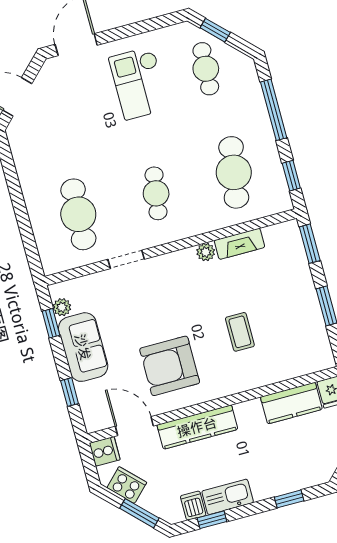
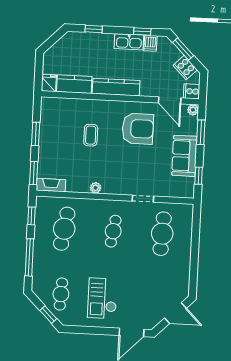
checkout: (139, 83) -> (102, 298), turned 180
fireplace: (239, 244) -> (51, 185), moved
plant: (62, 307) -> (193, 110), moved
window: (70, 392) -> (201, 132), width x1.50
kitchen counter: (197, 427) -> (116, 87), moved

